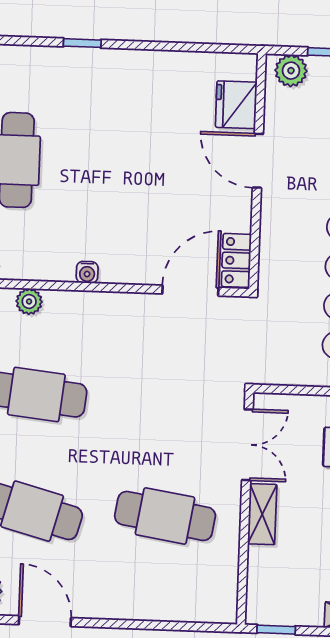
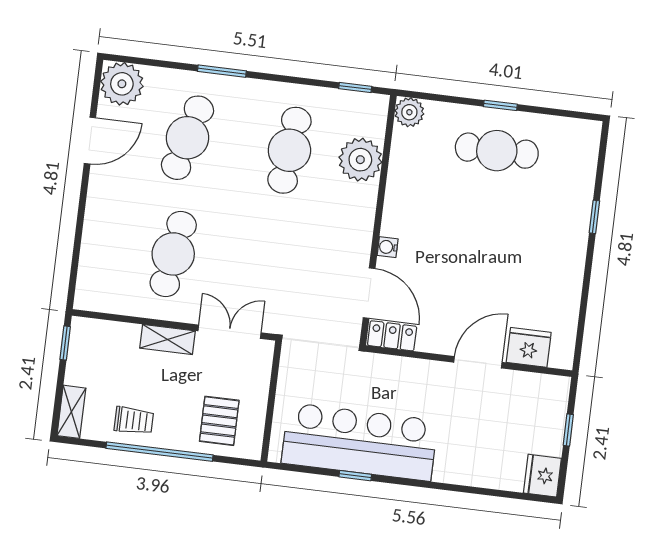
plant: (291, 71) -> (555, 398), removed
water cooler: (87, 272) -> (388, 247), moved
plant: (29, 301) -> (360, 160), width x1.88, depth x1.88
double door: (247, 445) -> (229, 332), swing flipped

